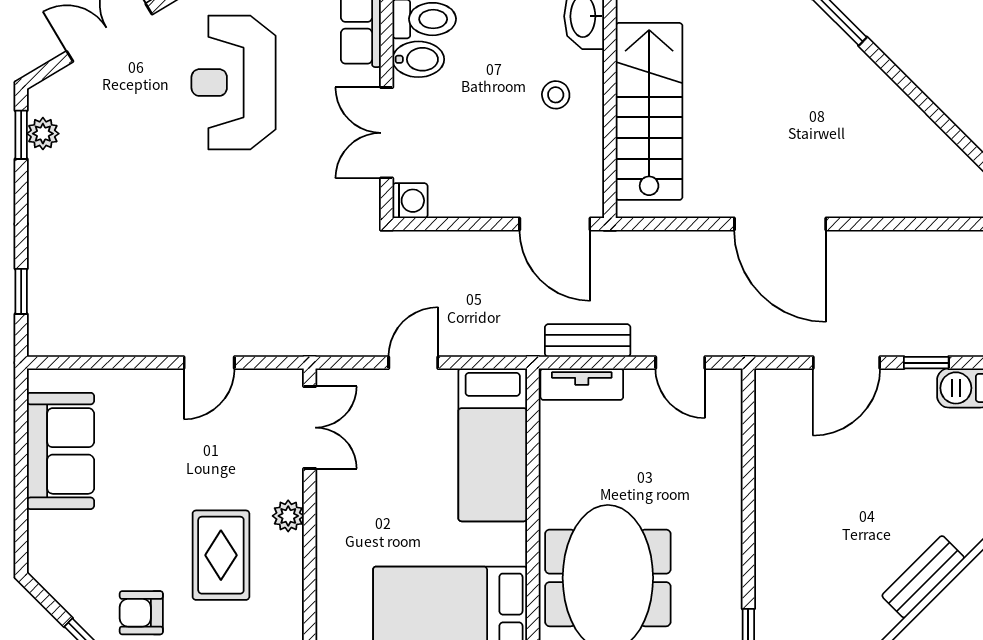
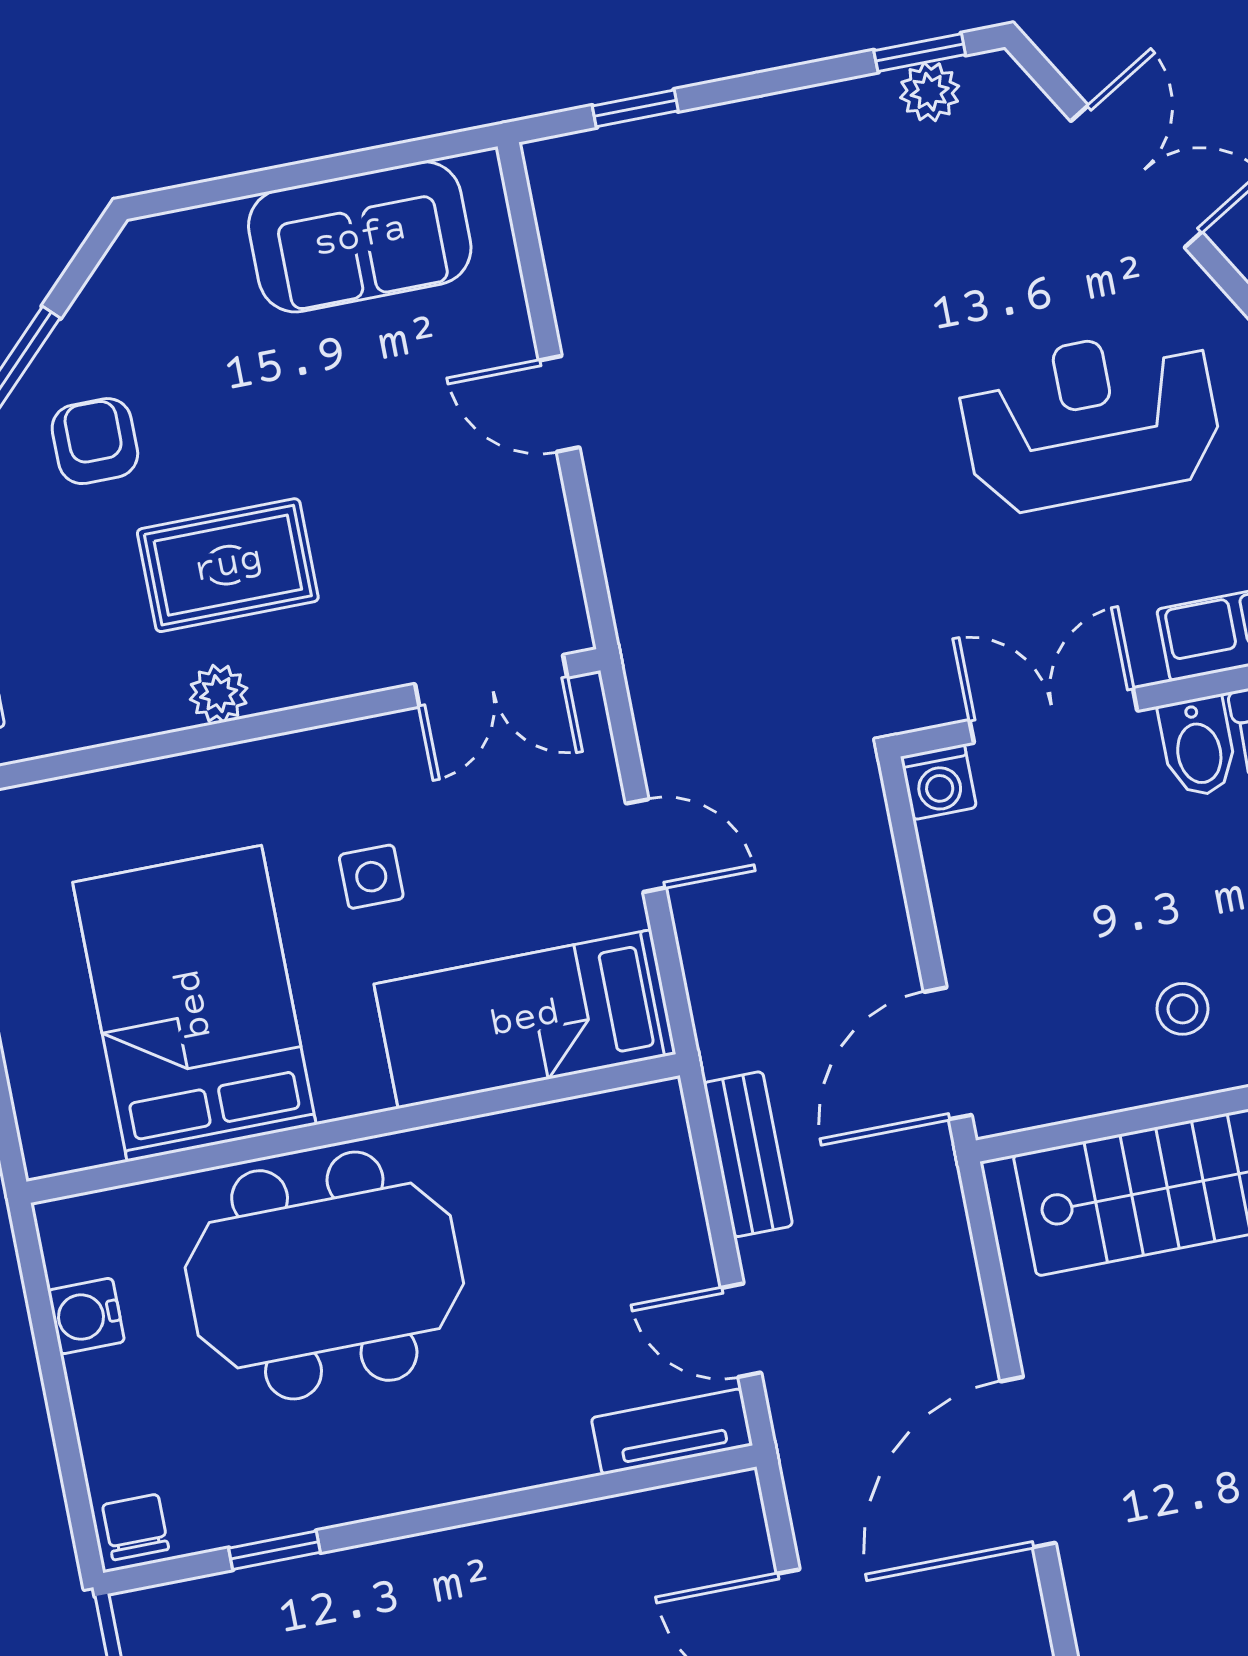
door: (209, 363) -> (559, 404), moved
door: (680, 363) -> (741, 1330), hinge flipped
tv unit: (582, 384) -> (672, 1432), moved, turned 90
side table: (401, 511) -> (371, 877), added
plant: (288, 516) -> (219, 694), moved

